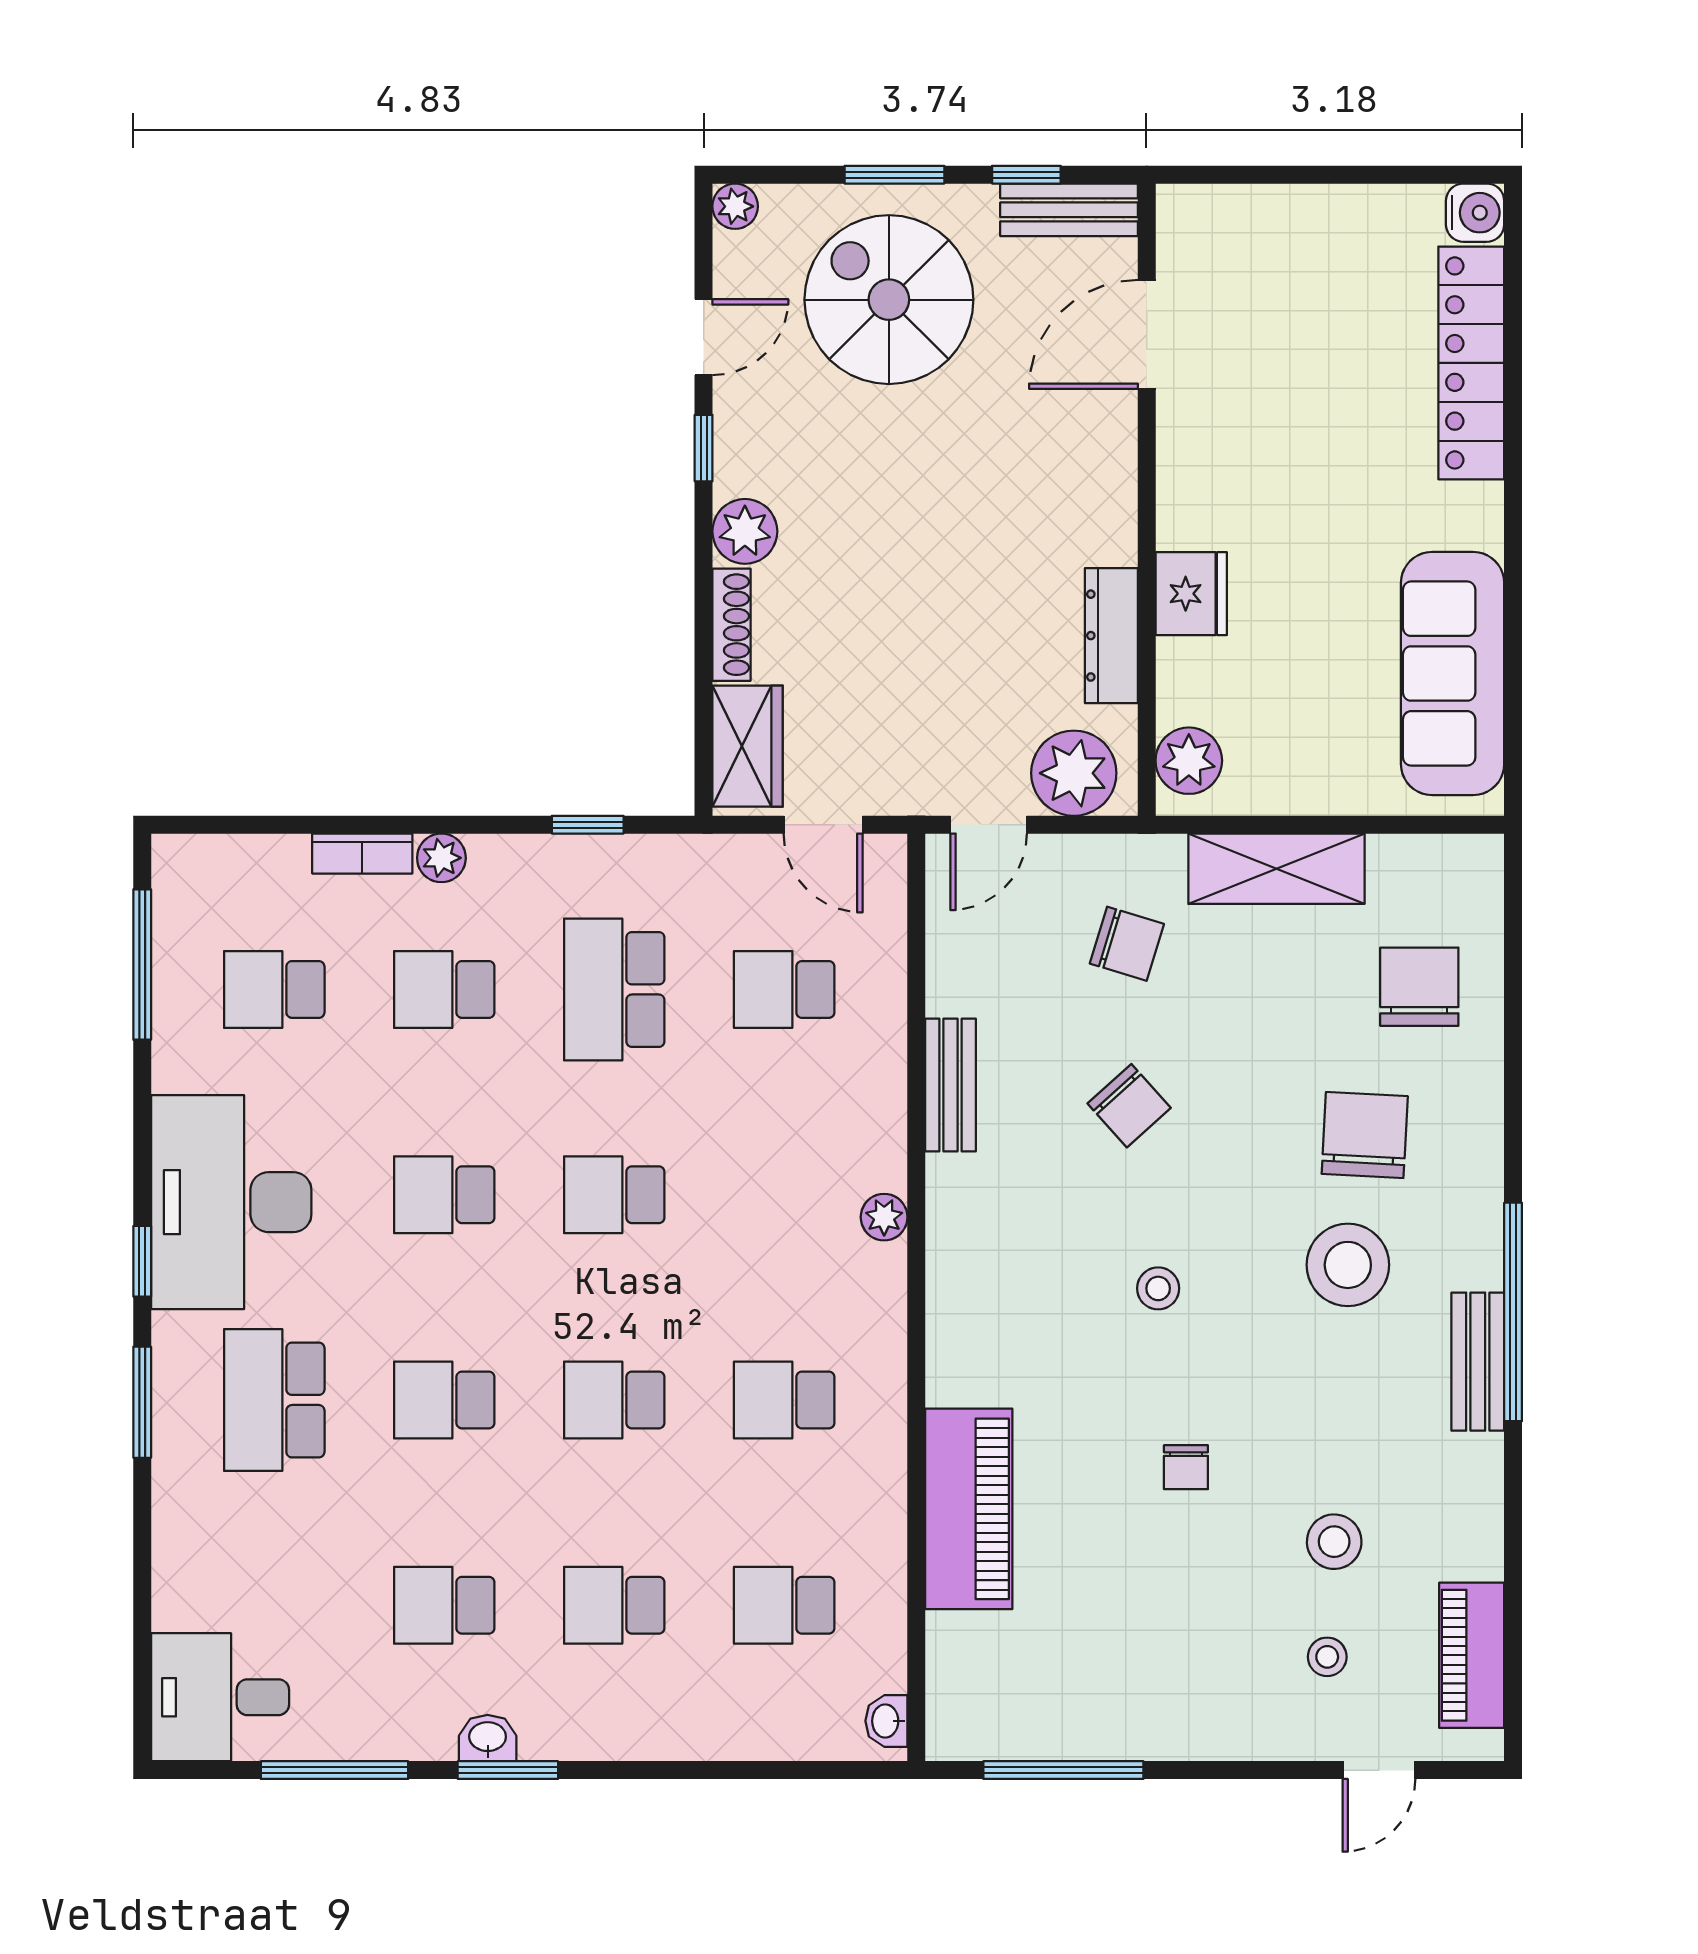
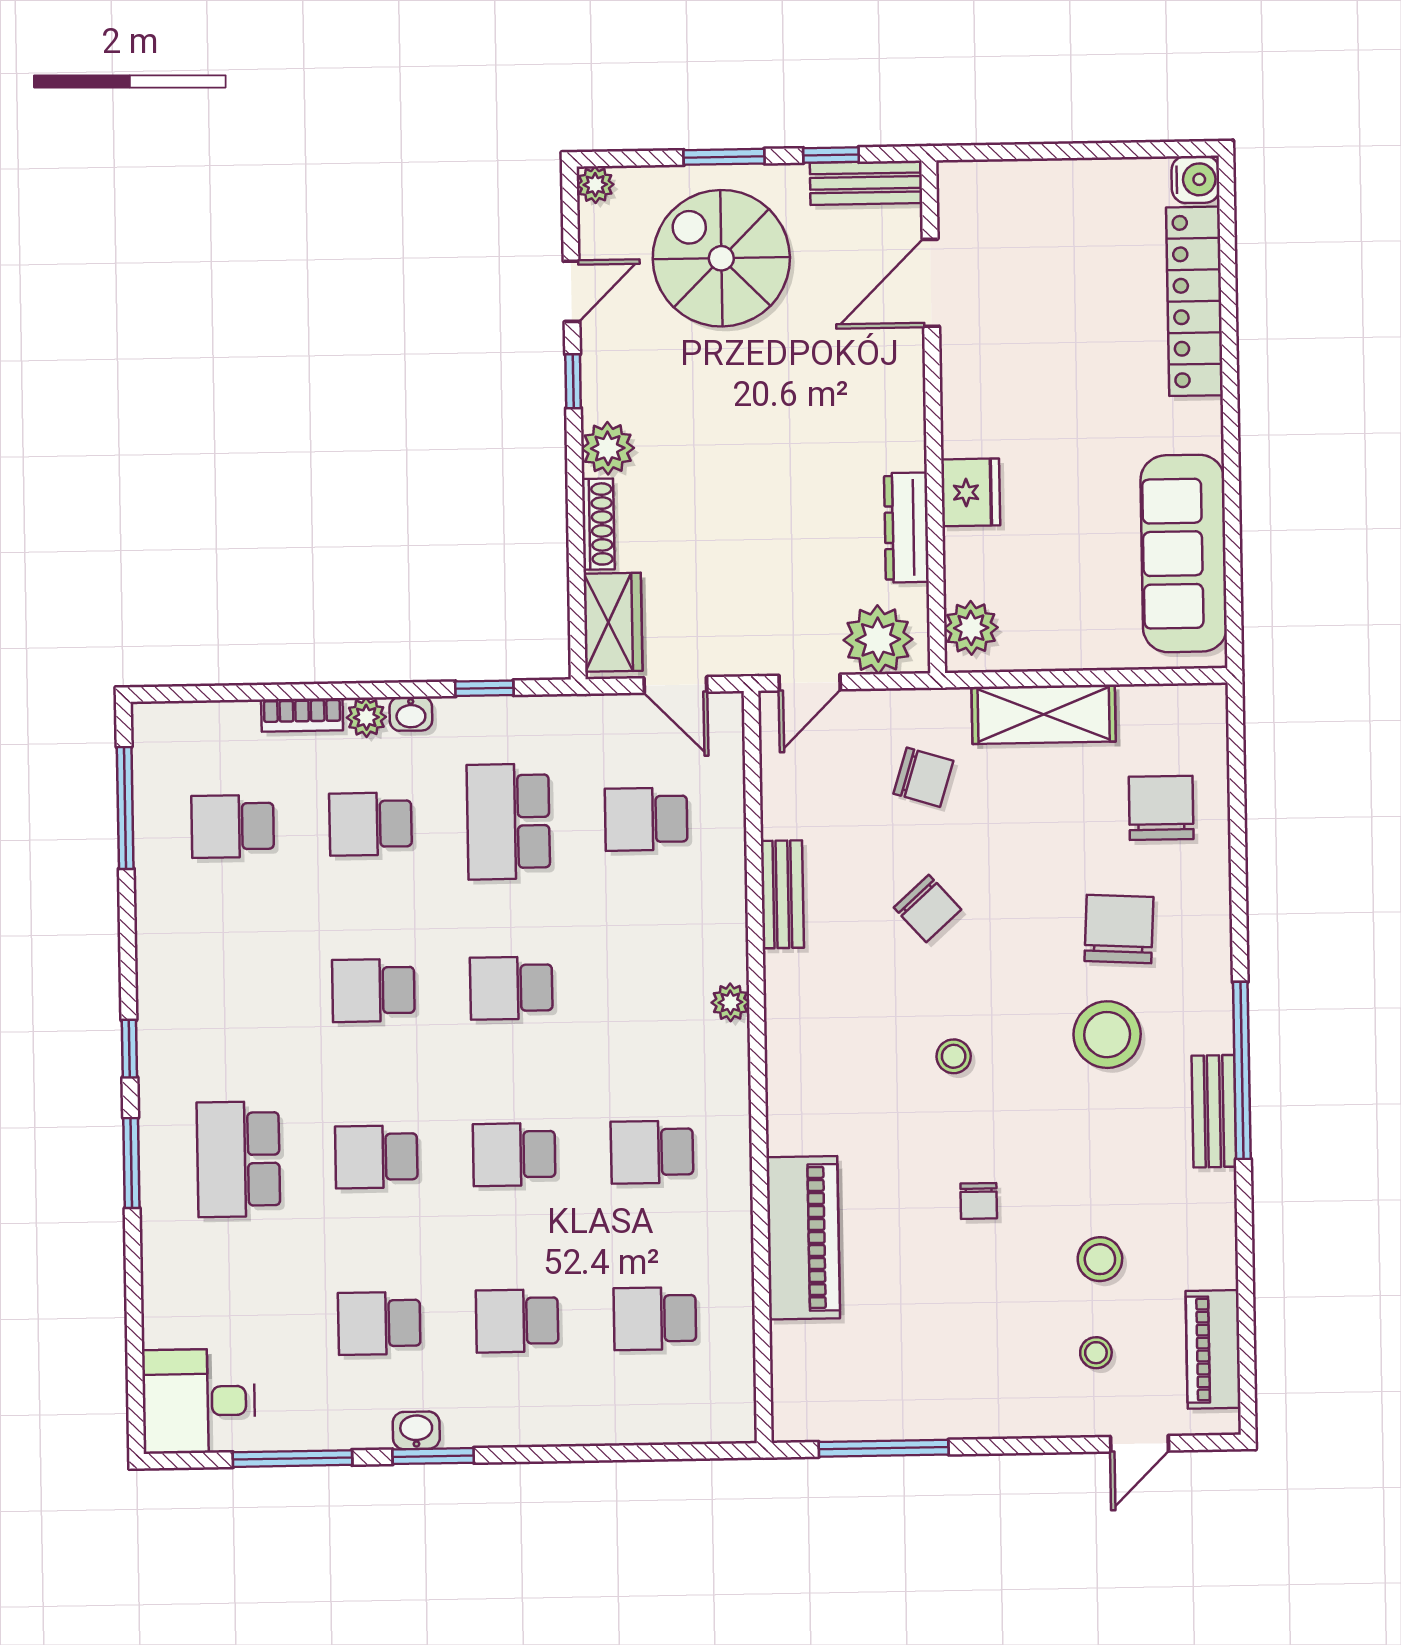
desk: (231, 1202) -> (201, 999), removed
washbasin: (886, 1721) -> (411, 714), moved, turned -90

